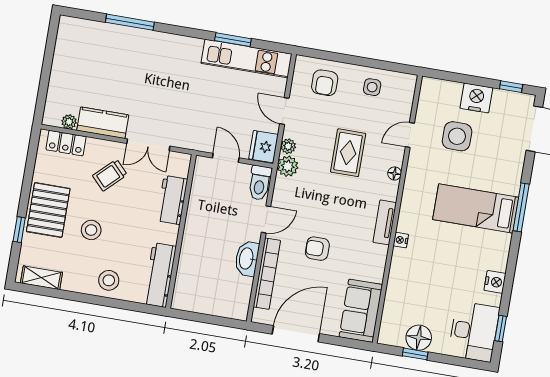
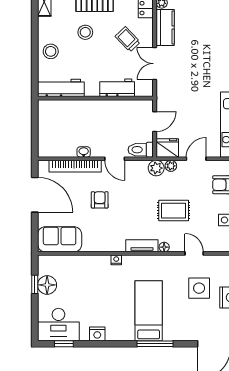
tv unit: (385, 222) -> (142, 246), moved
washbasin: (247, 259) -> (84, 152), width x0.52, depth x0.69

